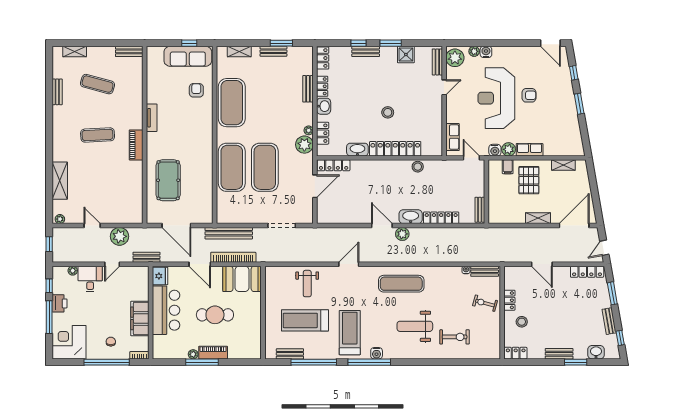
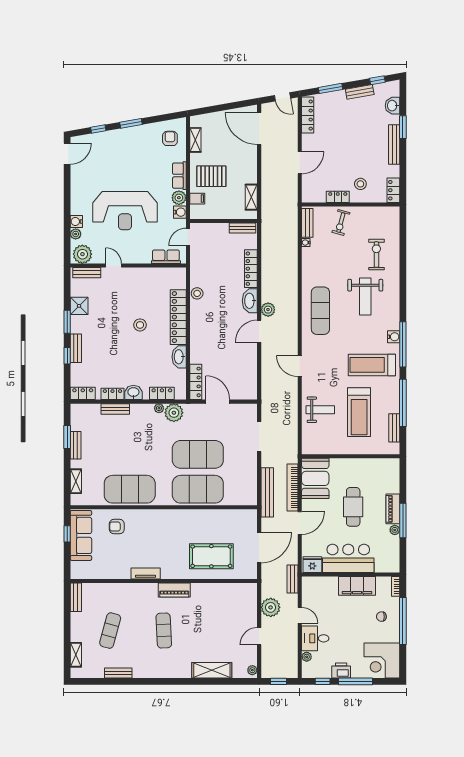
armchair: (529, 95) -> (170, 138), moved
shelving: (538, 218) -> (251, 197), moved
bench: (559, 354) -> (394, 144), width x1.36

